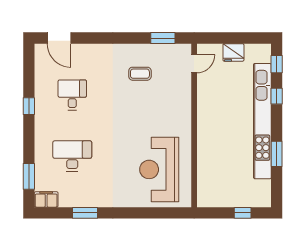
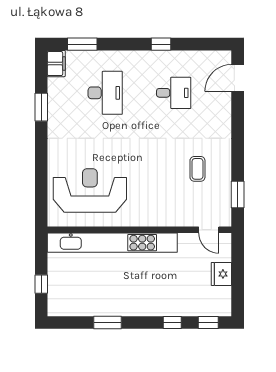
kitchen unit: (262, 121) -> (112, 243), moved, turned 180

